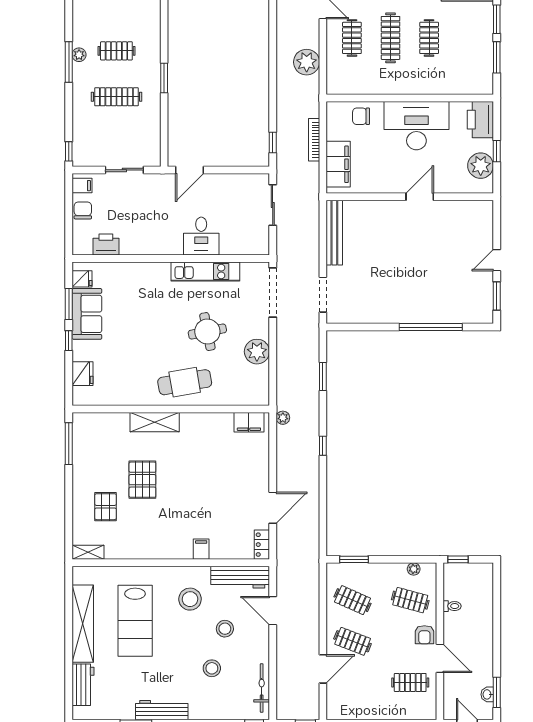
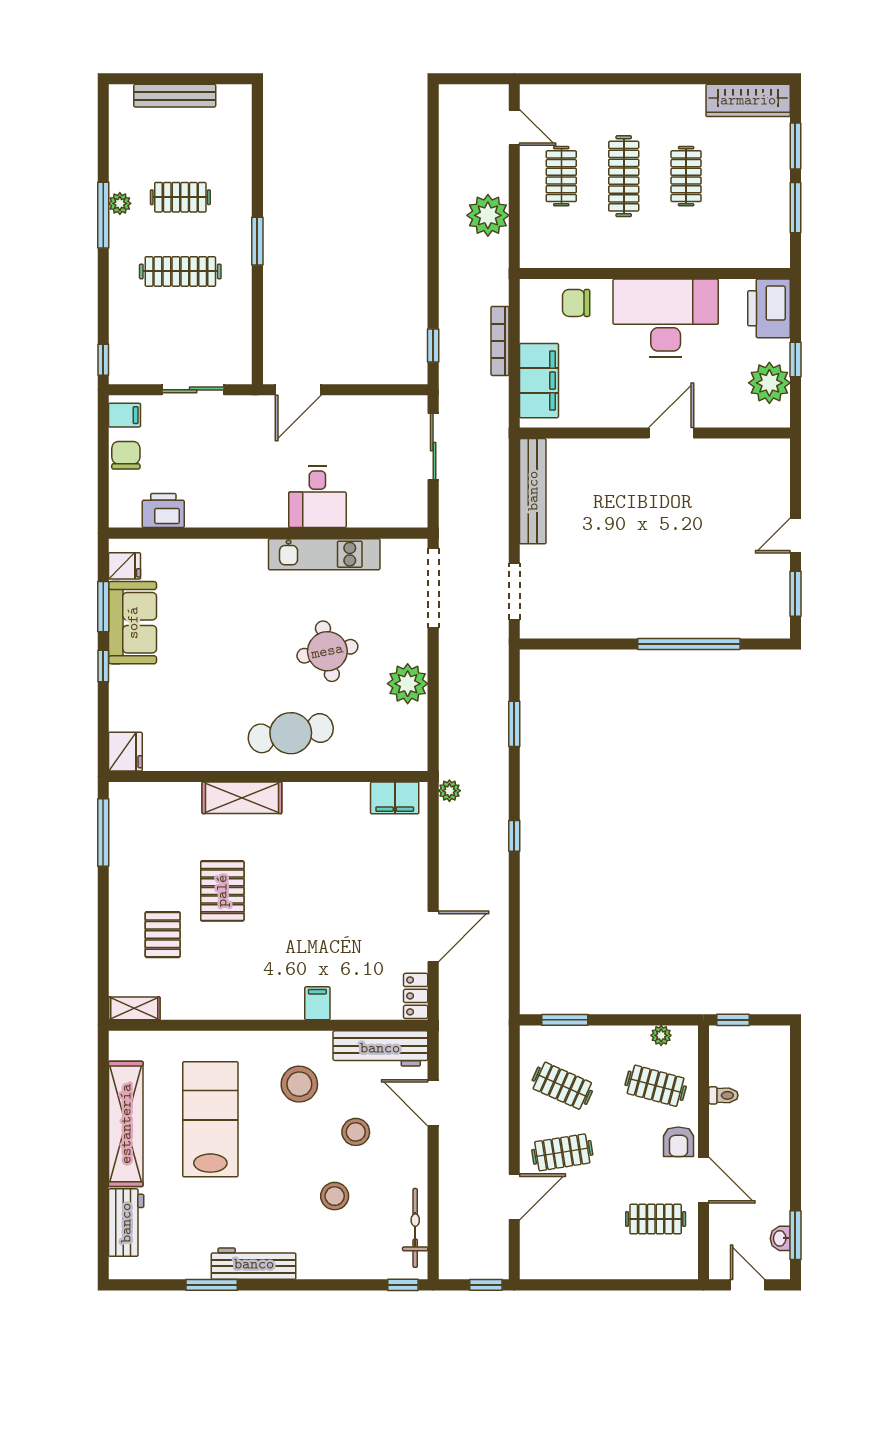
fridge: (83, 374) -> (125, 752), moved
lab bench: (135, 621) -> (210, 1119), turned 180
clothes rail: (353, 641) -> (562, 1152), turned -30

